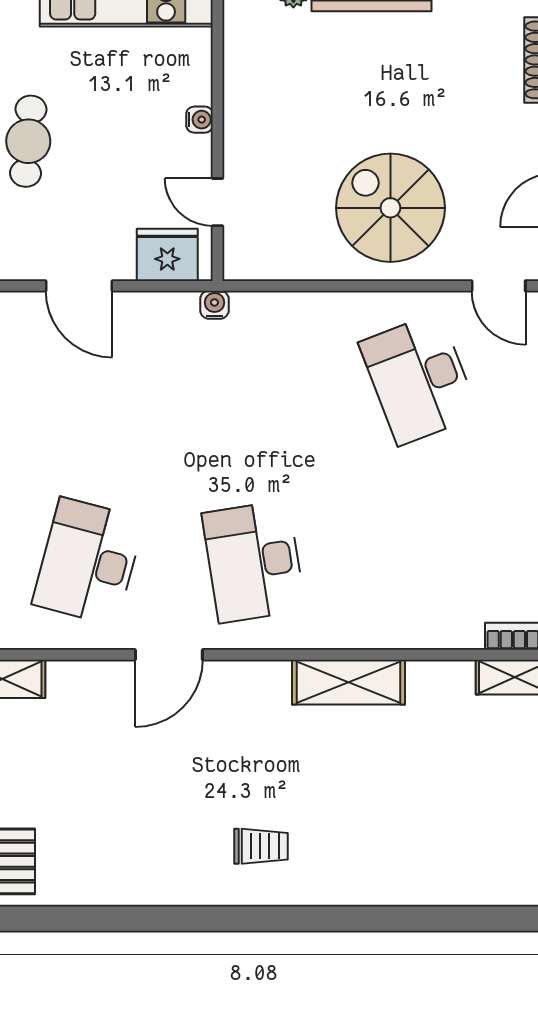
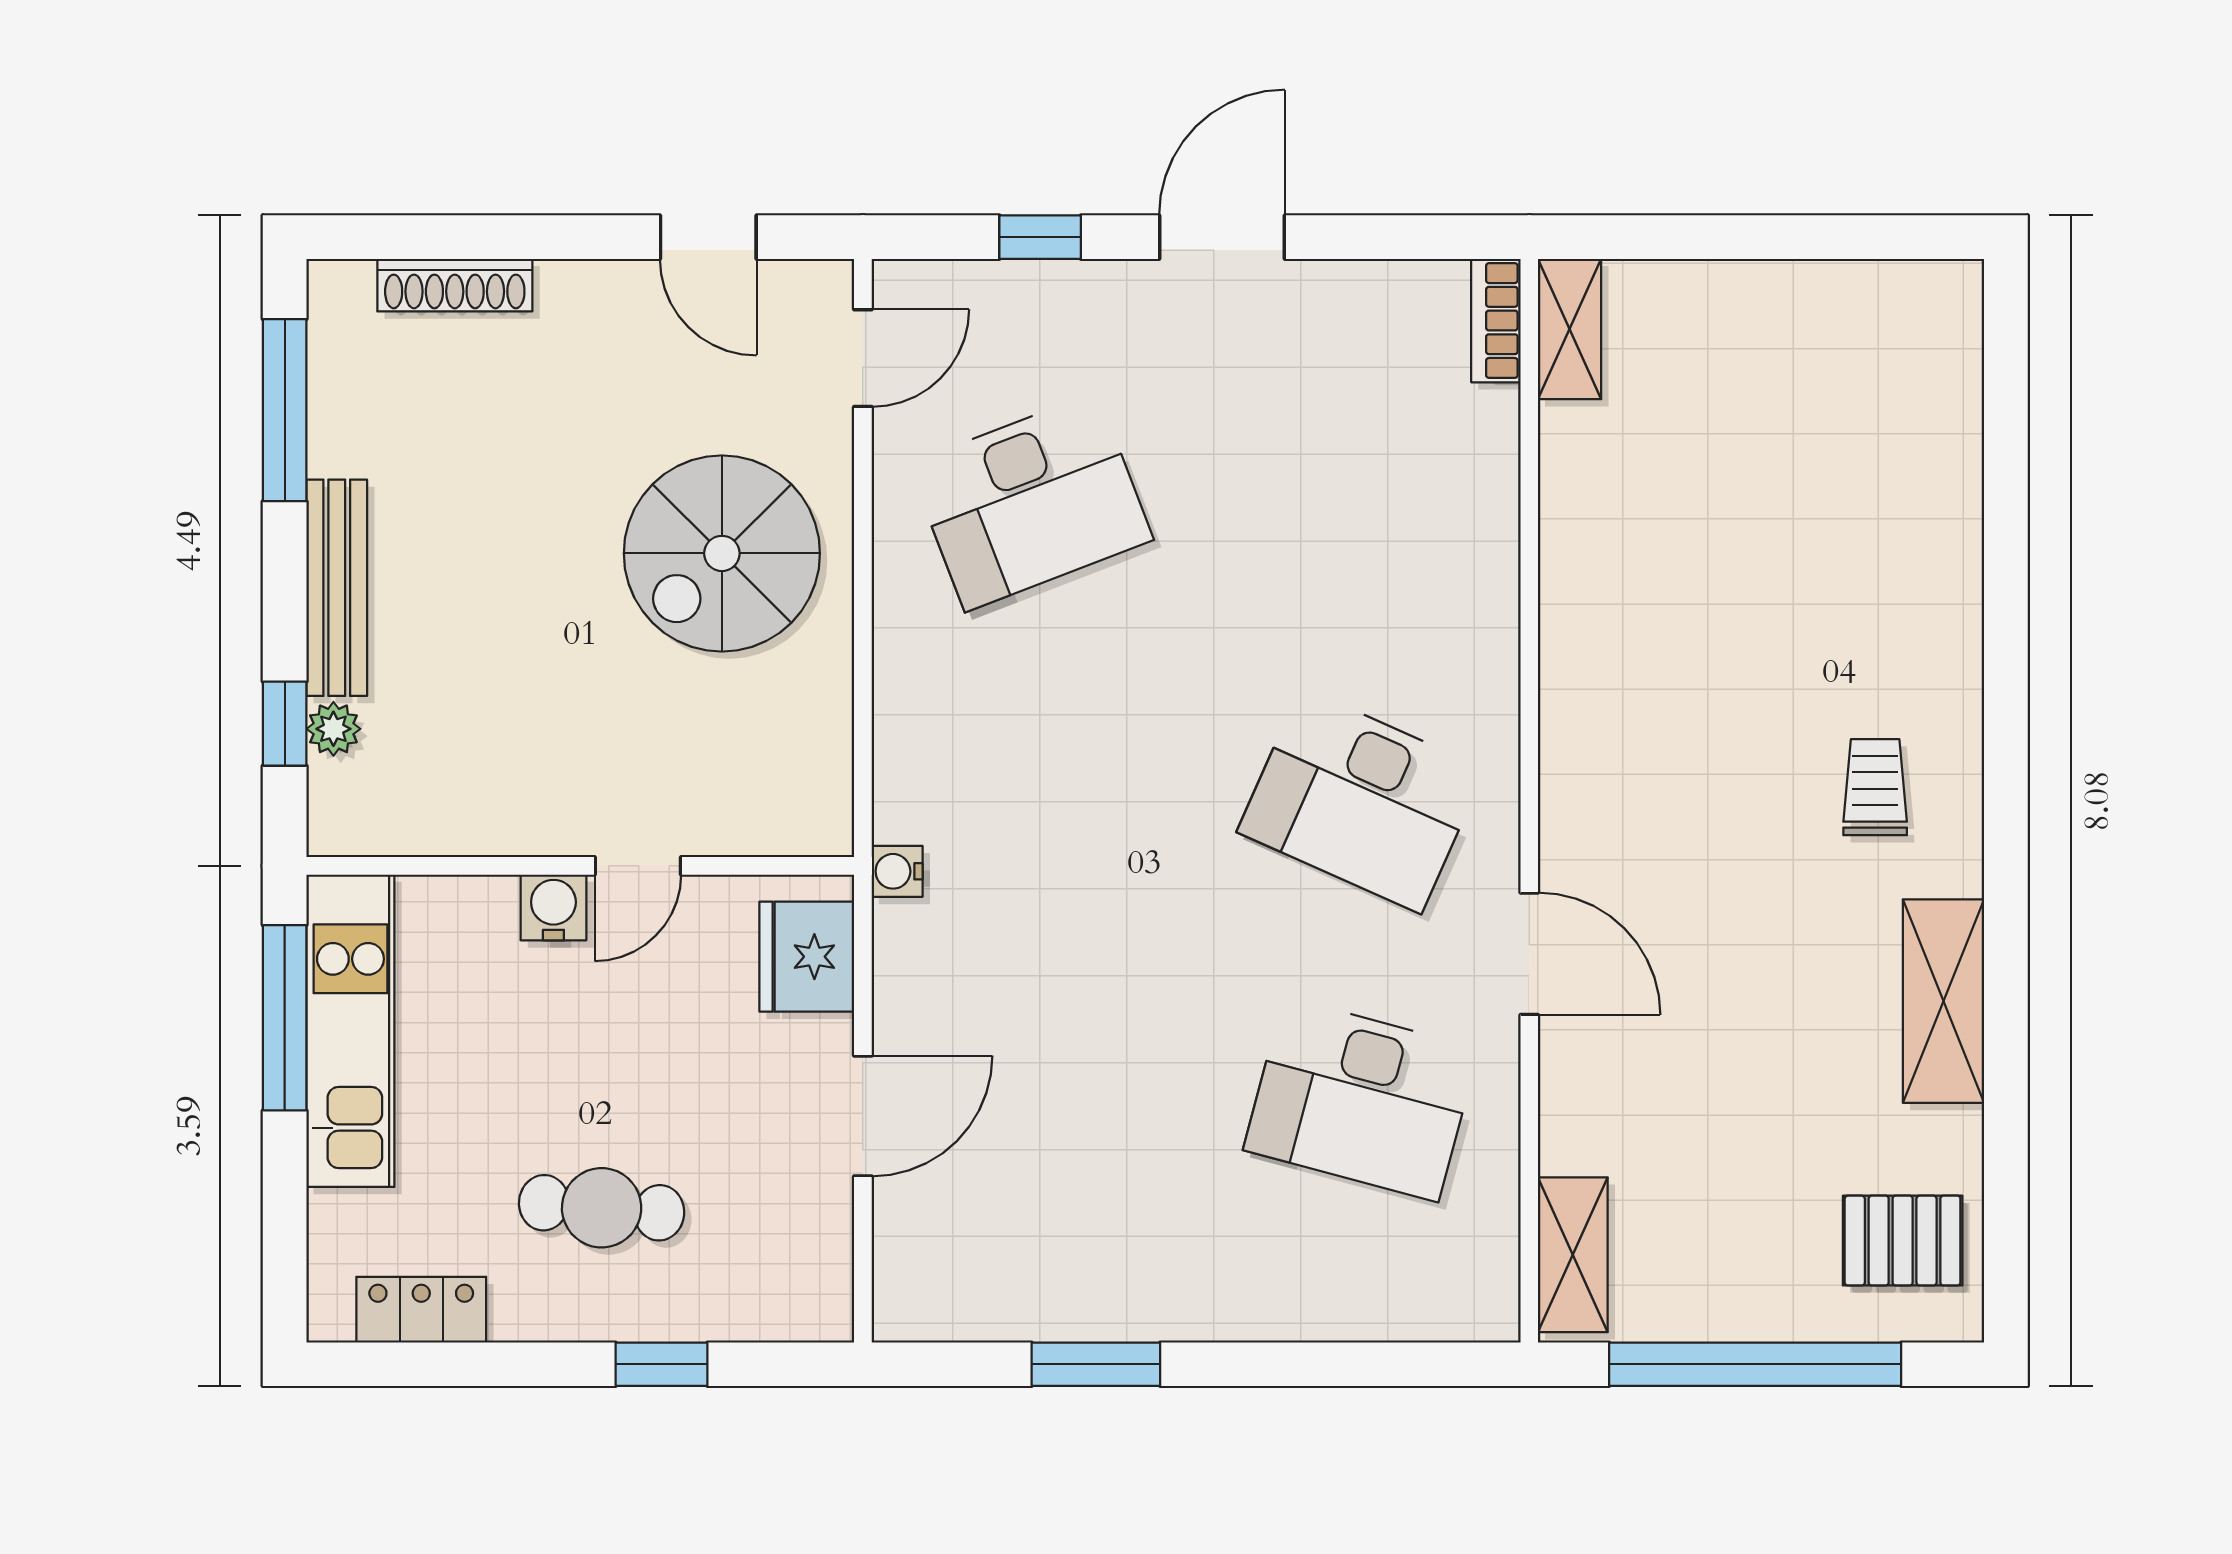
water cooler: (200, 120) -> (553, 907), width x1.38, depth x1.38
door: (218, 202) -> (638, 866), moved
desk: (254, 562) -> (1361, 801), turned 33
shelving: (349, 682) -> (1944, 1001), moved

